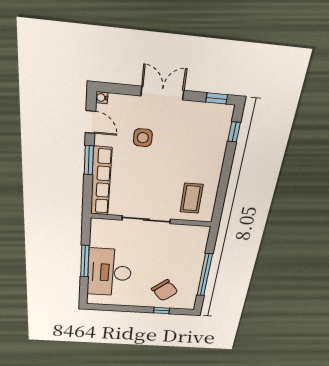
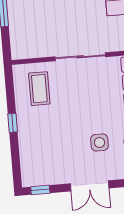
window: (234, 132) -> (13, 123), moved

